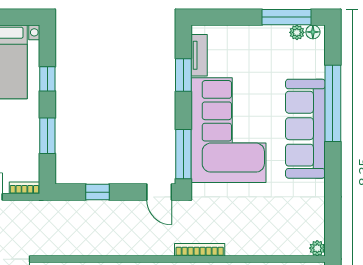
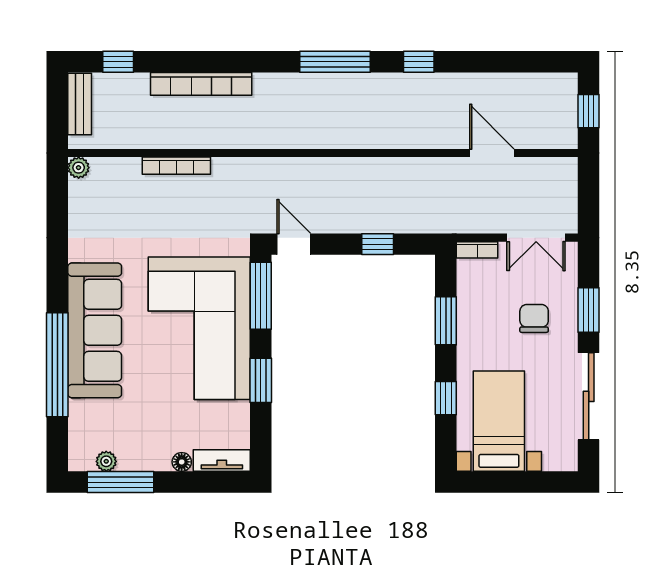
floor lamp: (313, 32) -> (182, 462), moved
tv unit: (199, 55) -> (222, 461), moved, turned 90
window: (183, 75) -> (261, 380), moved
bookcase: (200, 250) -> (176, 166), moved

